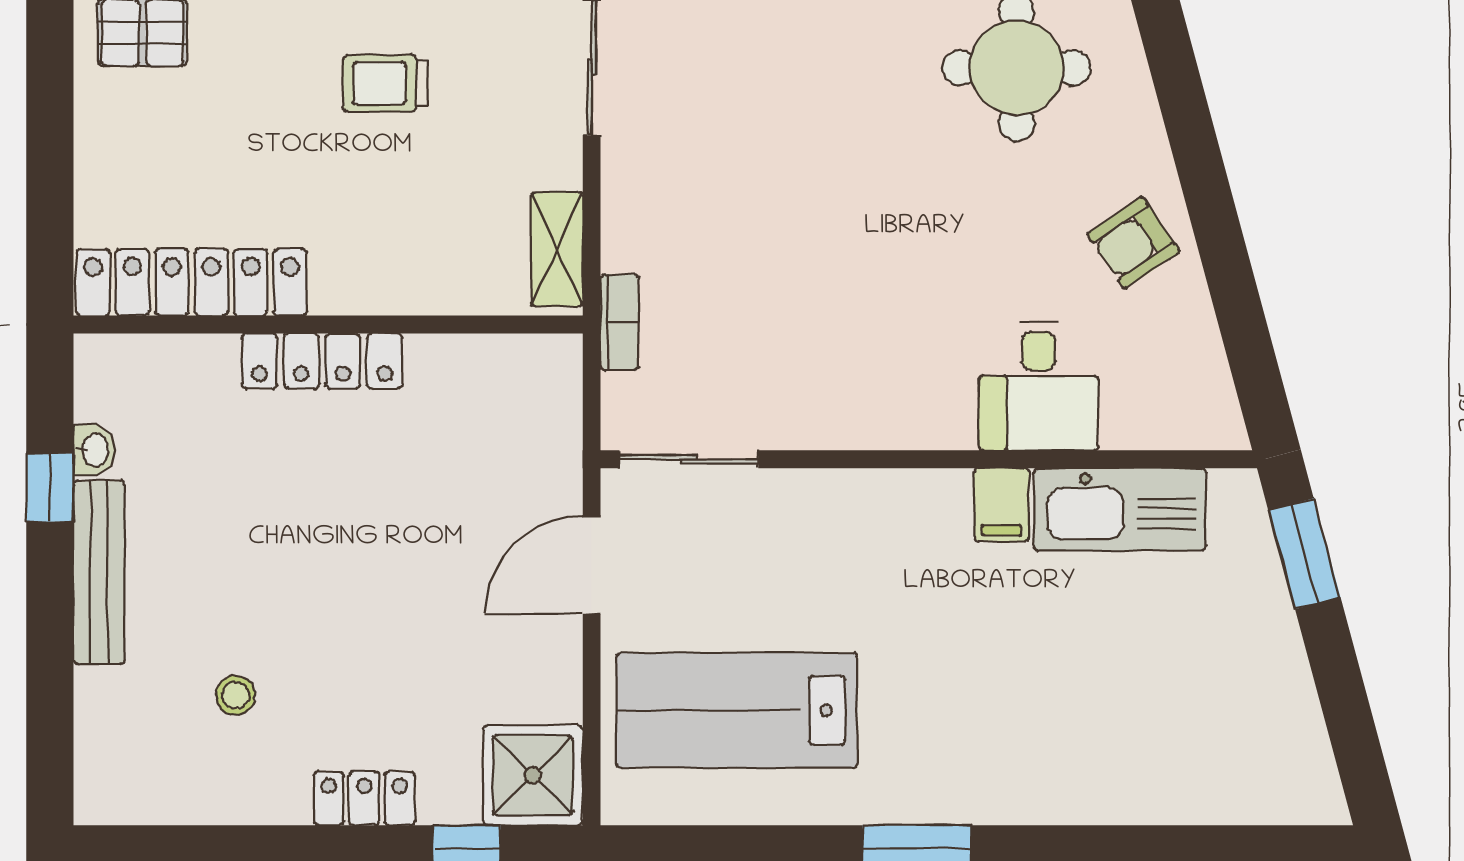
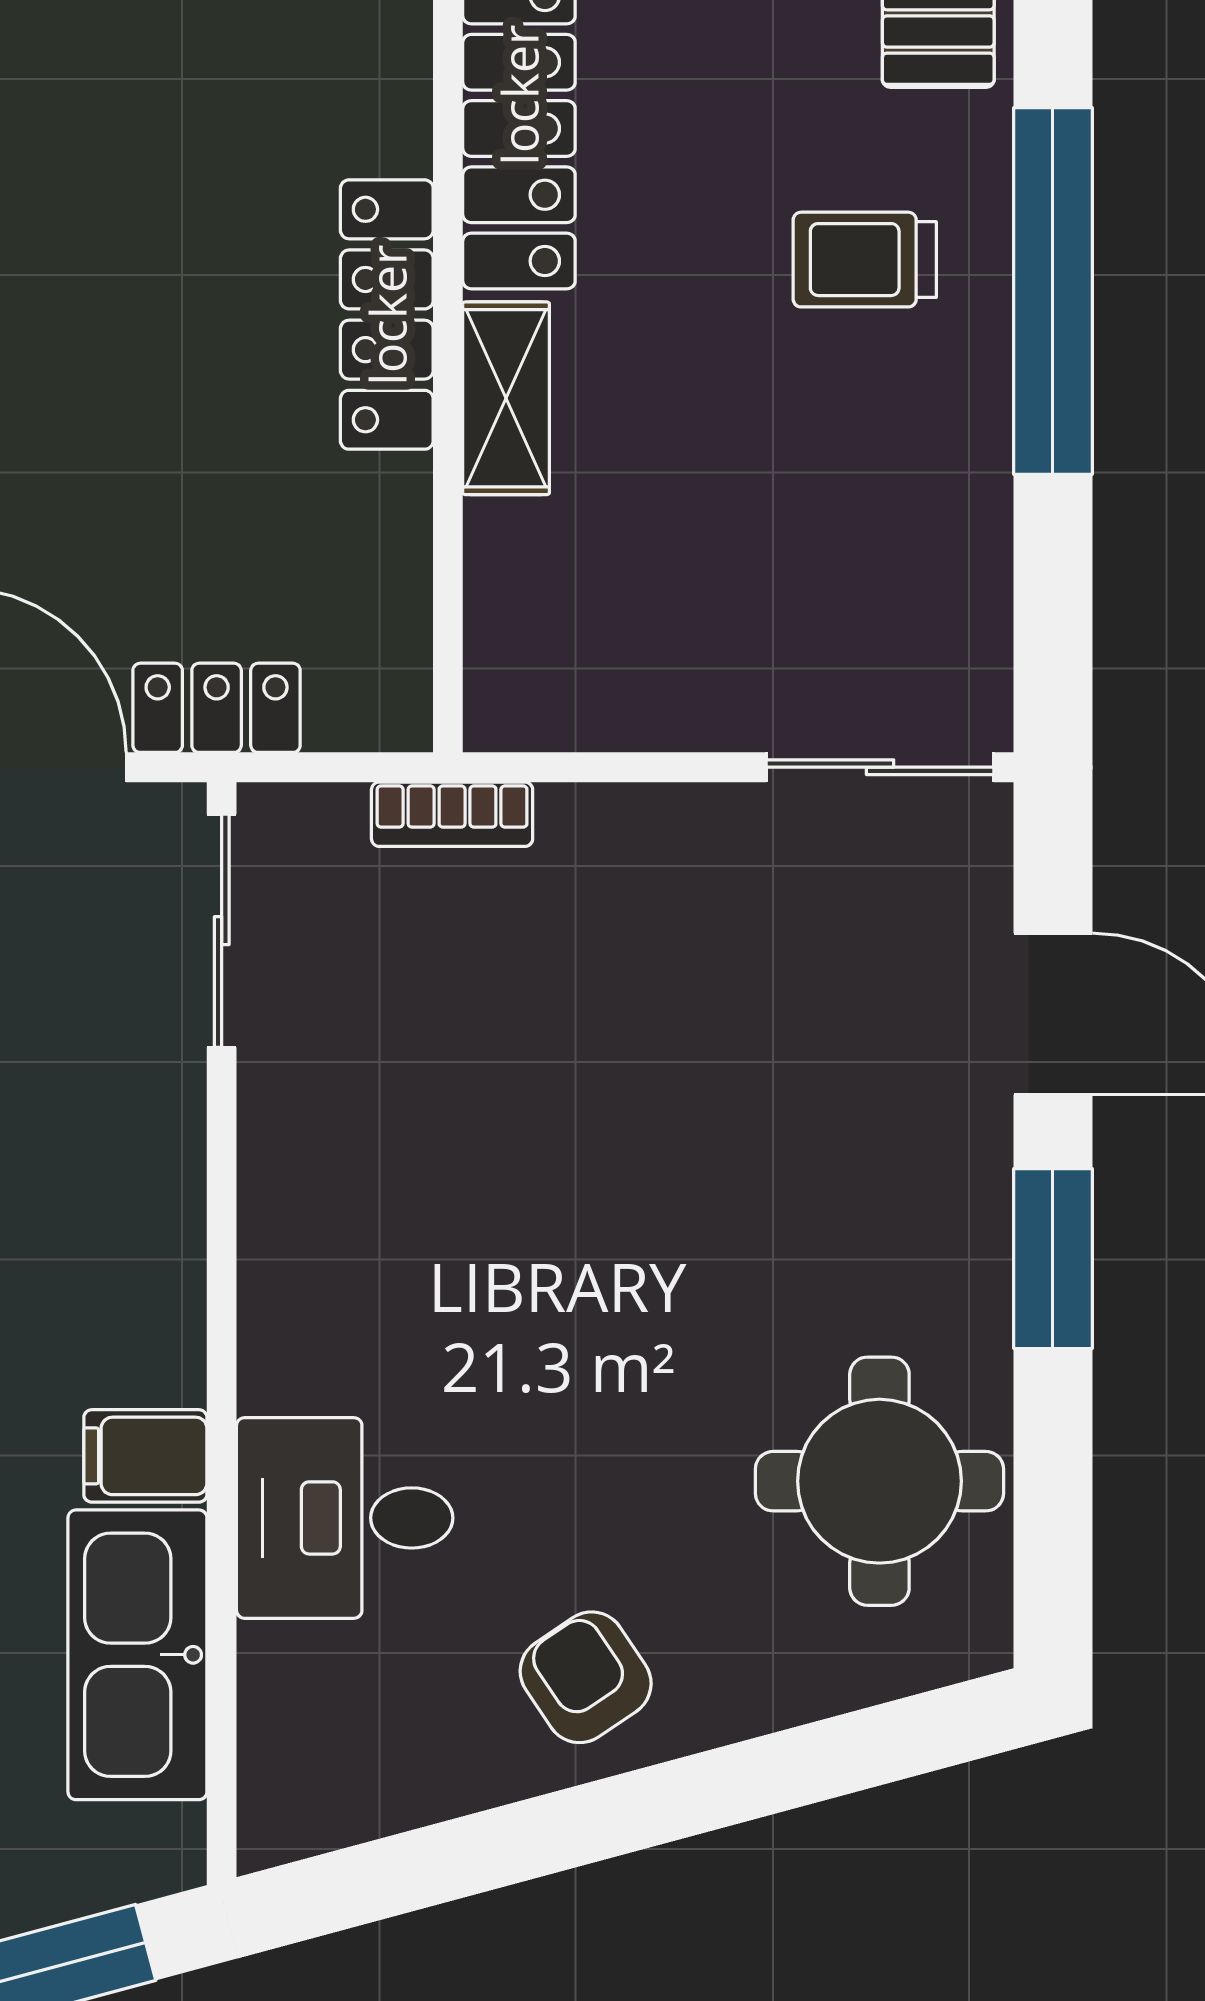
trolley: (385, 83) -> (865, 260), moved, turned -90
shelving: (557, 249) -> (506, 398), moved, turned 90
locker: (556, 462) -> (217, 708), added

